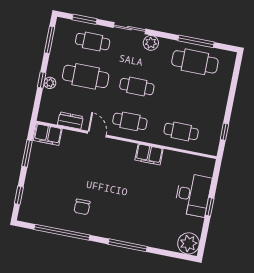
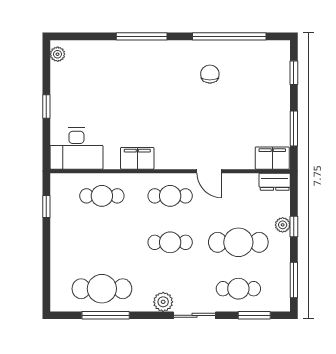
dresser: (70, 121) -> (275, 182), moved
desk: (193, 195) -> (76, 149), moved, turned -90
plant: (188, 243) -> (58, 54), width x0.53, depth x0.53

